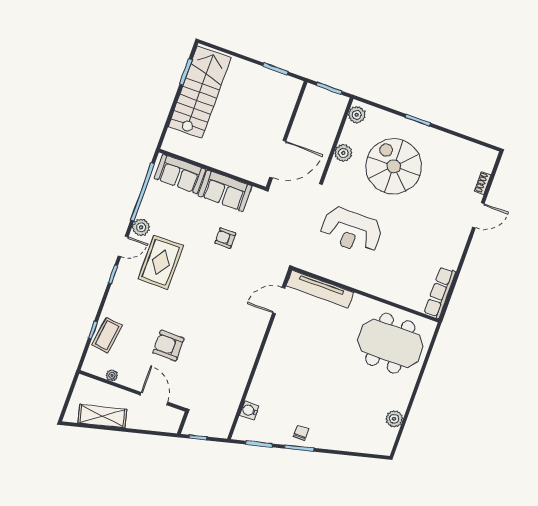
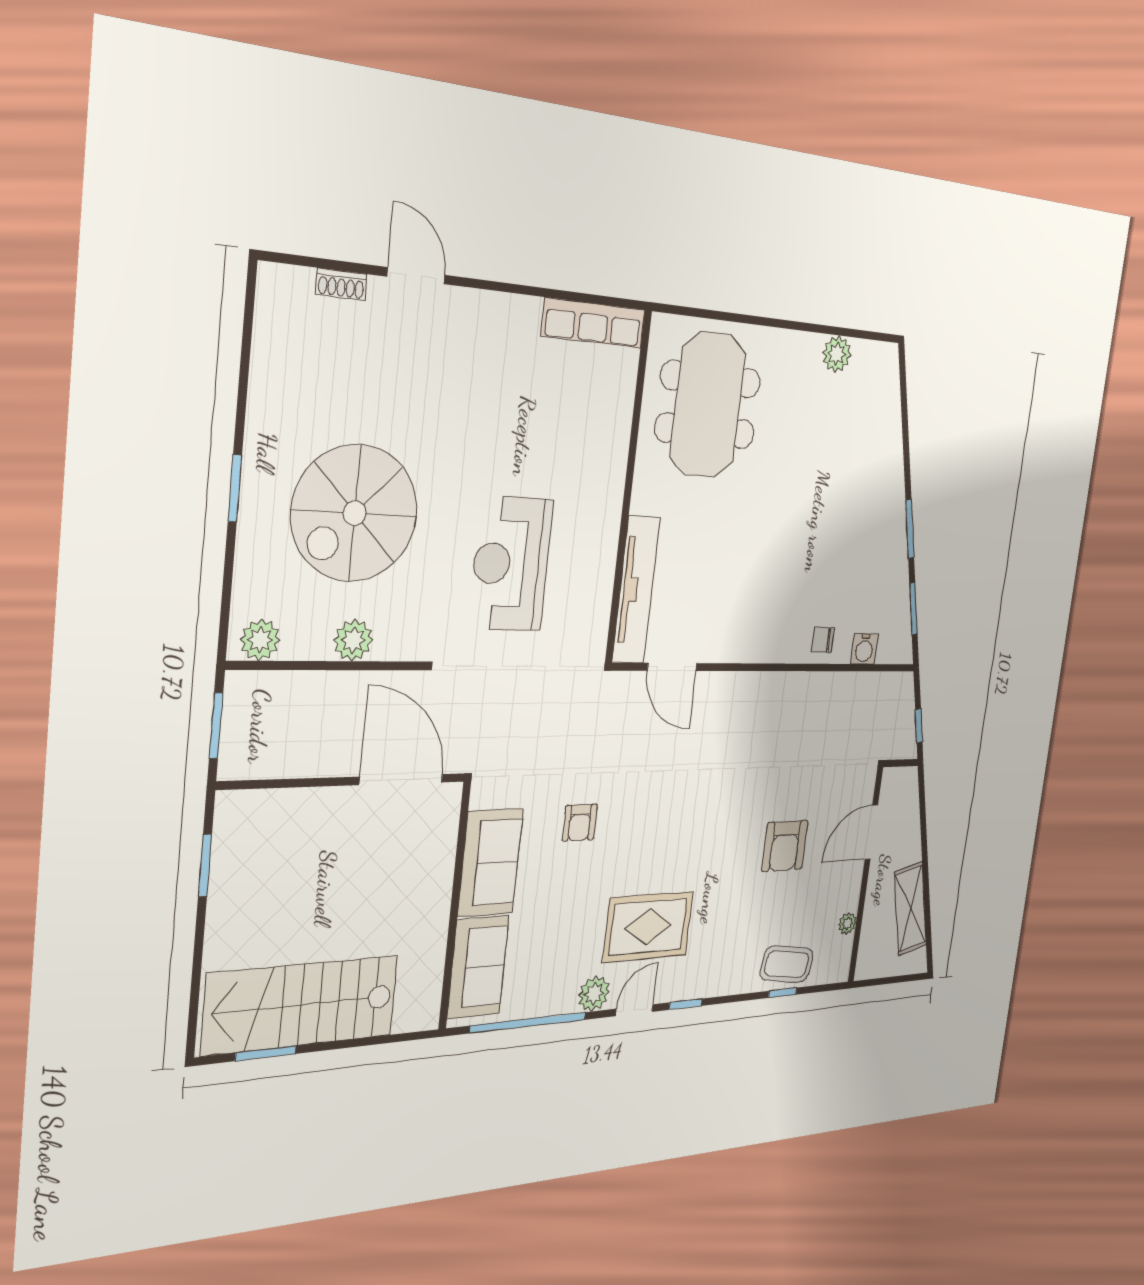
reception desk: (351, 231) -> (511, 564), turned 180
door: (123, 246) -> (634, 1010), hinge flipped
chair: (301, 433) -> (823, 640), moved

